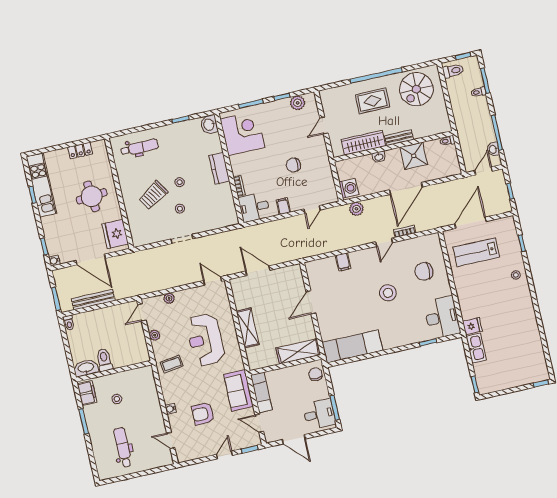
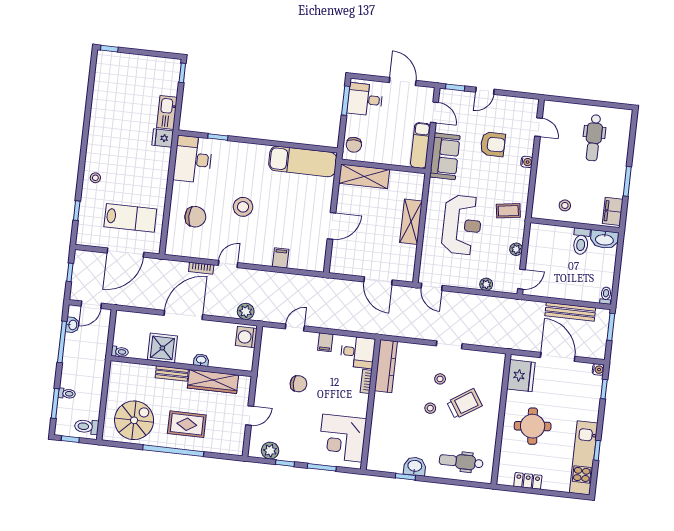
washbasin: (209, 125) -> (415, 466), moved, turned -90
kitchen counter: (219, 168) -> (386, 366), moved, width x1.50
stool: (117, 399) -> (565, 205), moved

